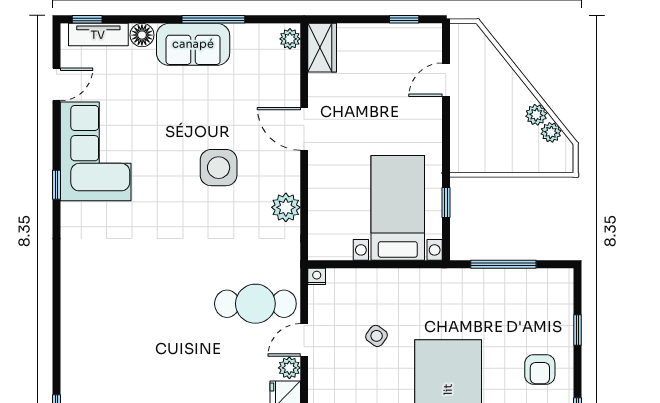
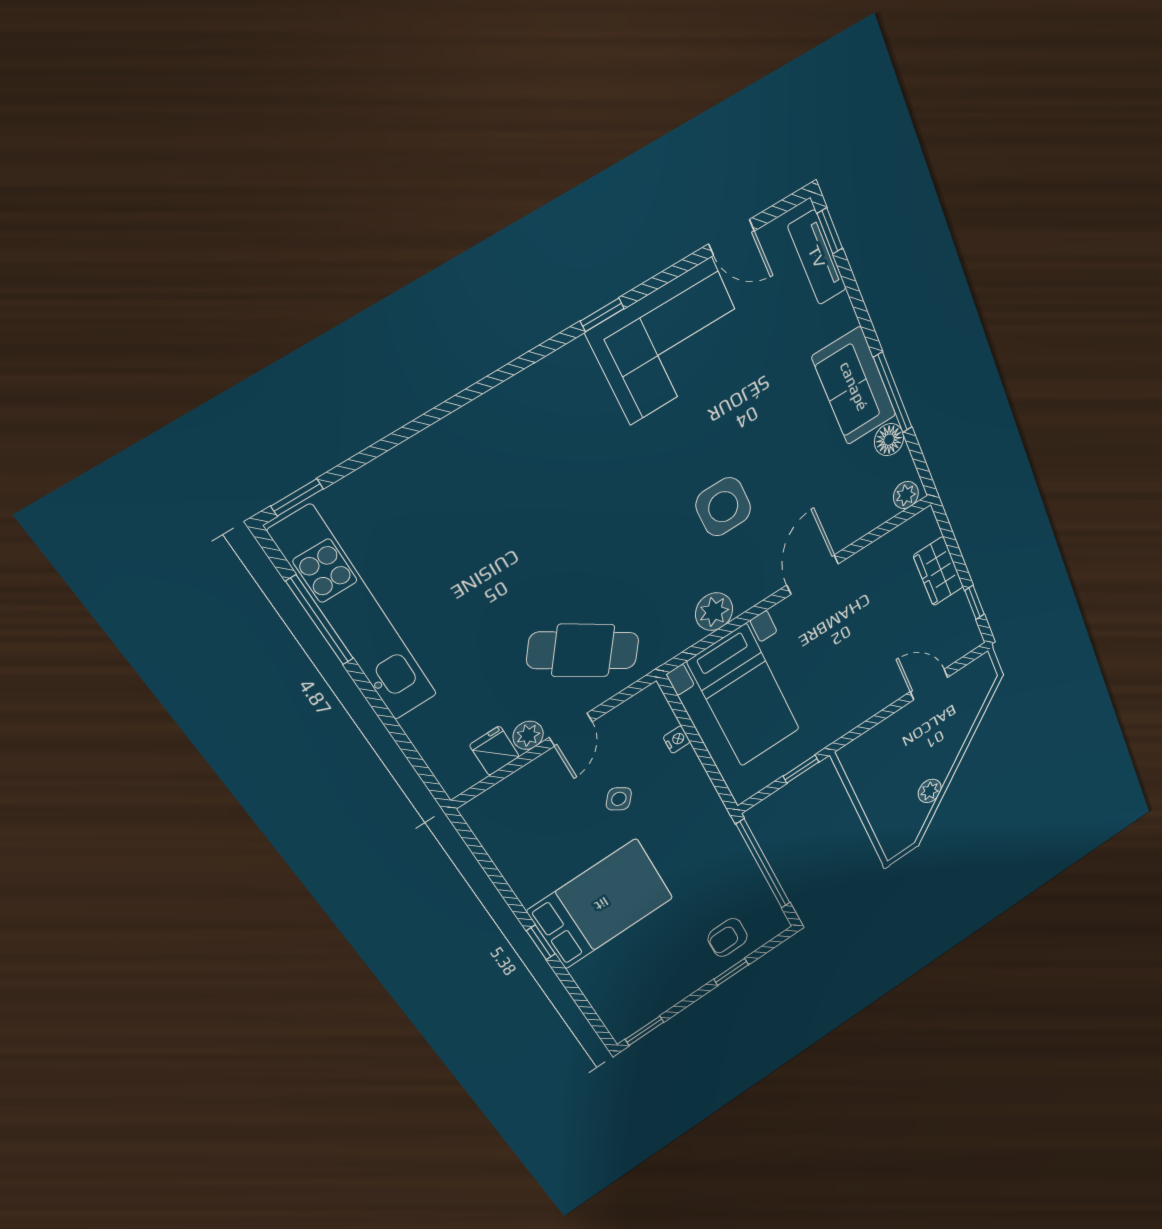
floor lamp: (142, 35) -> (889, 440), moved
wardrobe: (322, 48) -> (938, 571), moved, turned 90
plant: (551, 132) -> (918, 815), removed
bed with nightstands: (398, 208) -> (744, 696), moved, turned 90
window: (503, 264) -> (763, 864), width x1.46
nightstand: (317, 276) -> (677, 740), moved
cafe table: (255, 304) -> (583, 650), turned -55
door: (304, 340) -> (571, 730), swing flipped
armchair: (540, 369) -> (728, 937), moved

